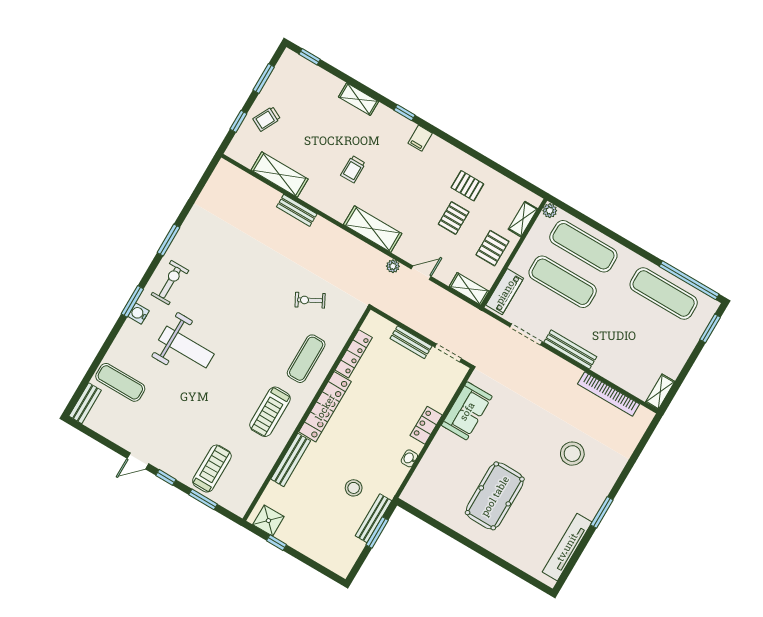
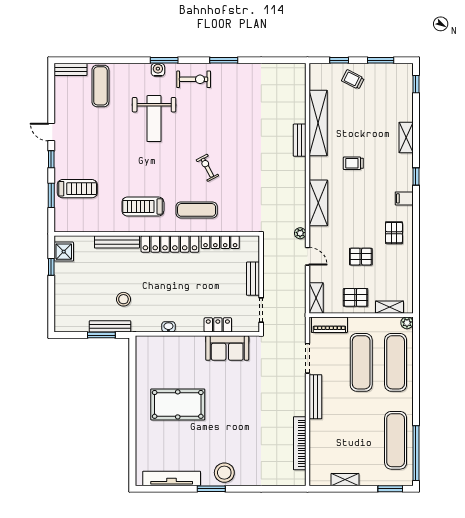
shelving: (280, 174) -> (318, 123), width x1.47
pallet: (467, 186) -> (394, 233), moved
exercise bike: (310, 300) -> (207, 168), moved
shelving: (660, 392) -> (345, 480), moved
locker: (426, 425) -> (218, 325), moved
stool: (572, 454) -> (224, 473), moved

